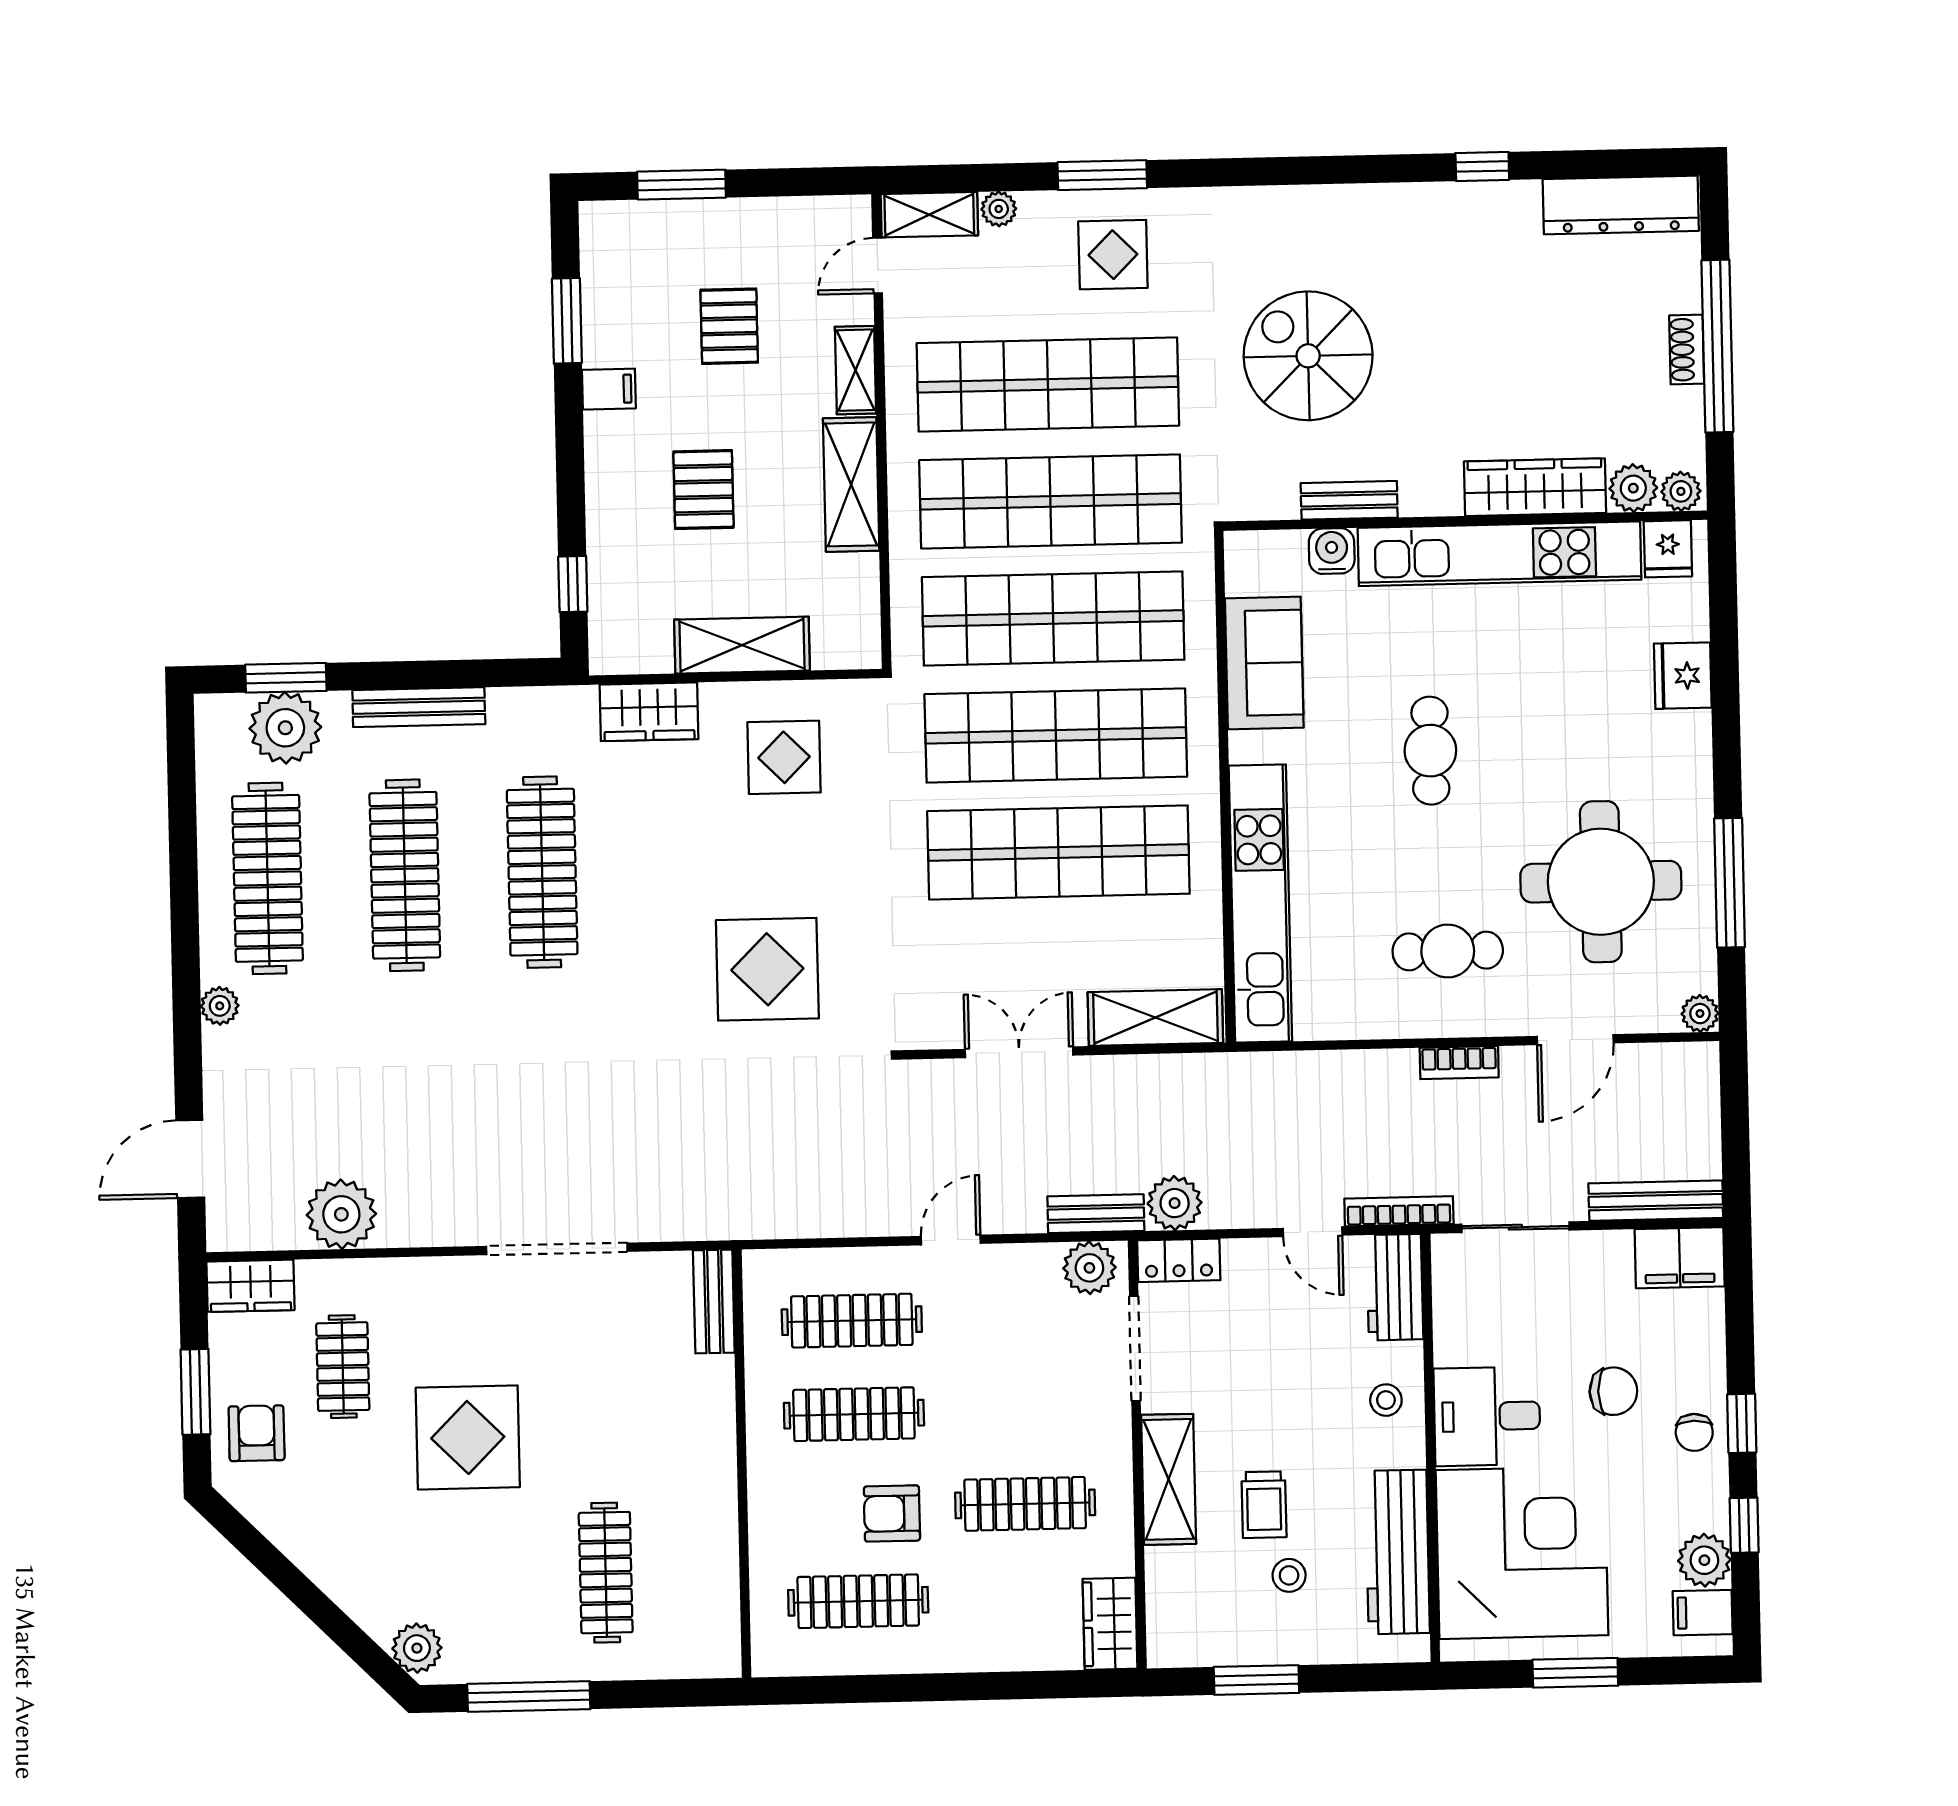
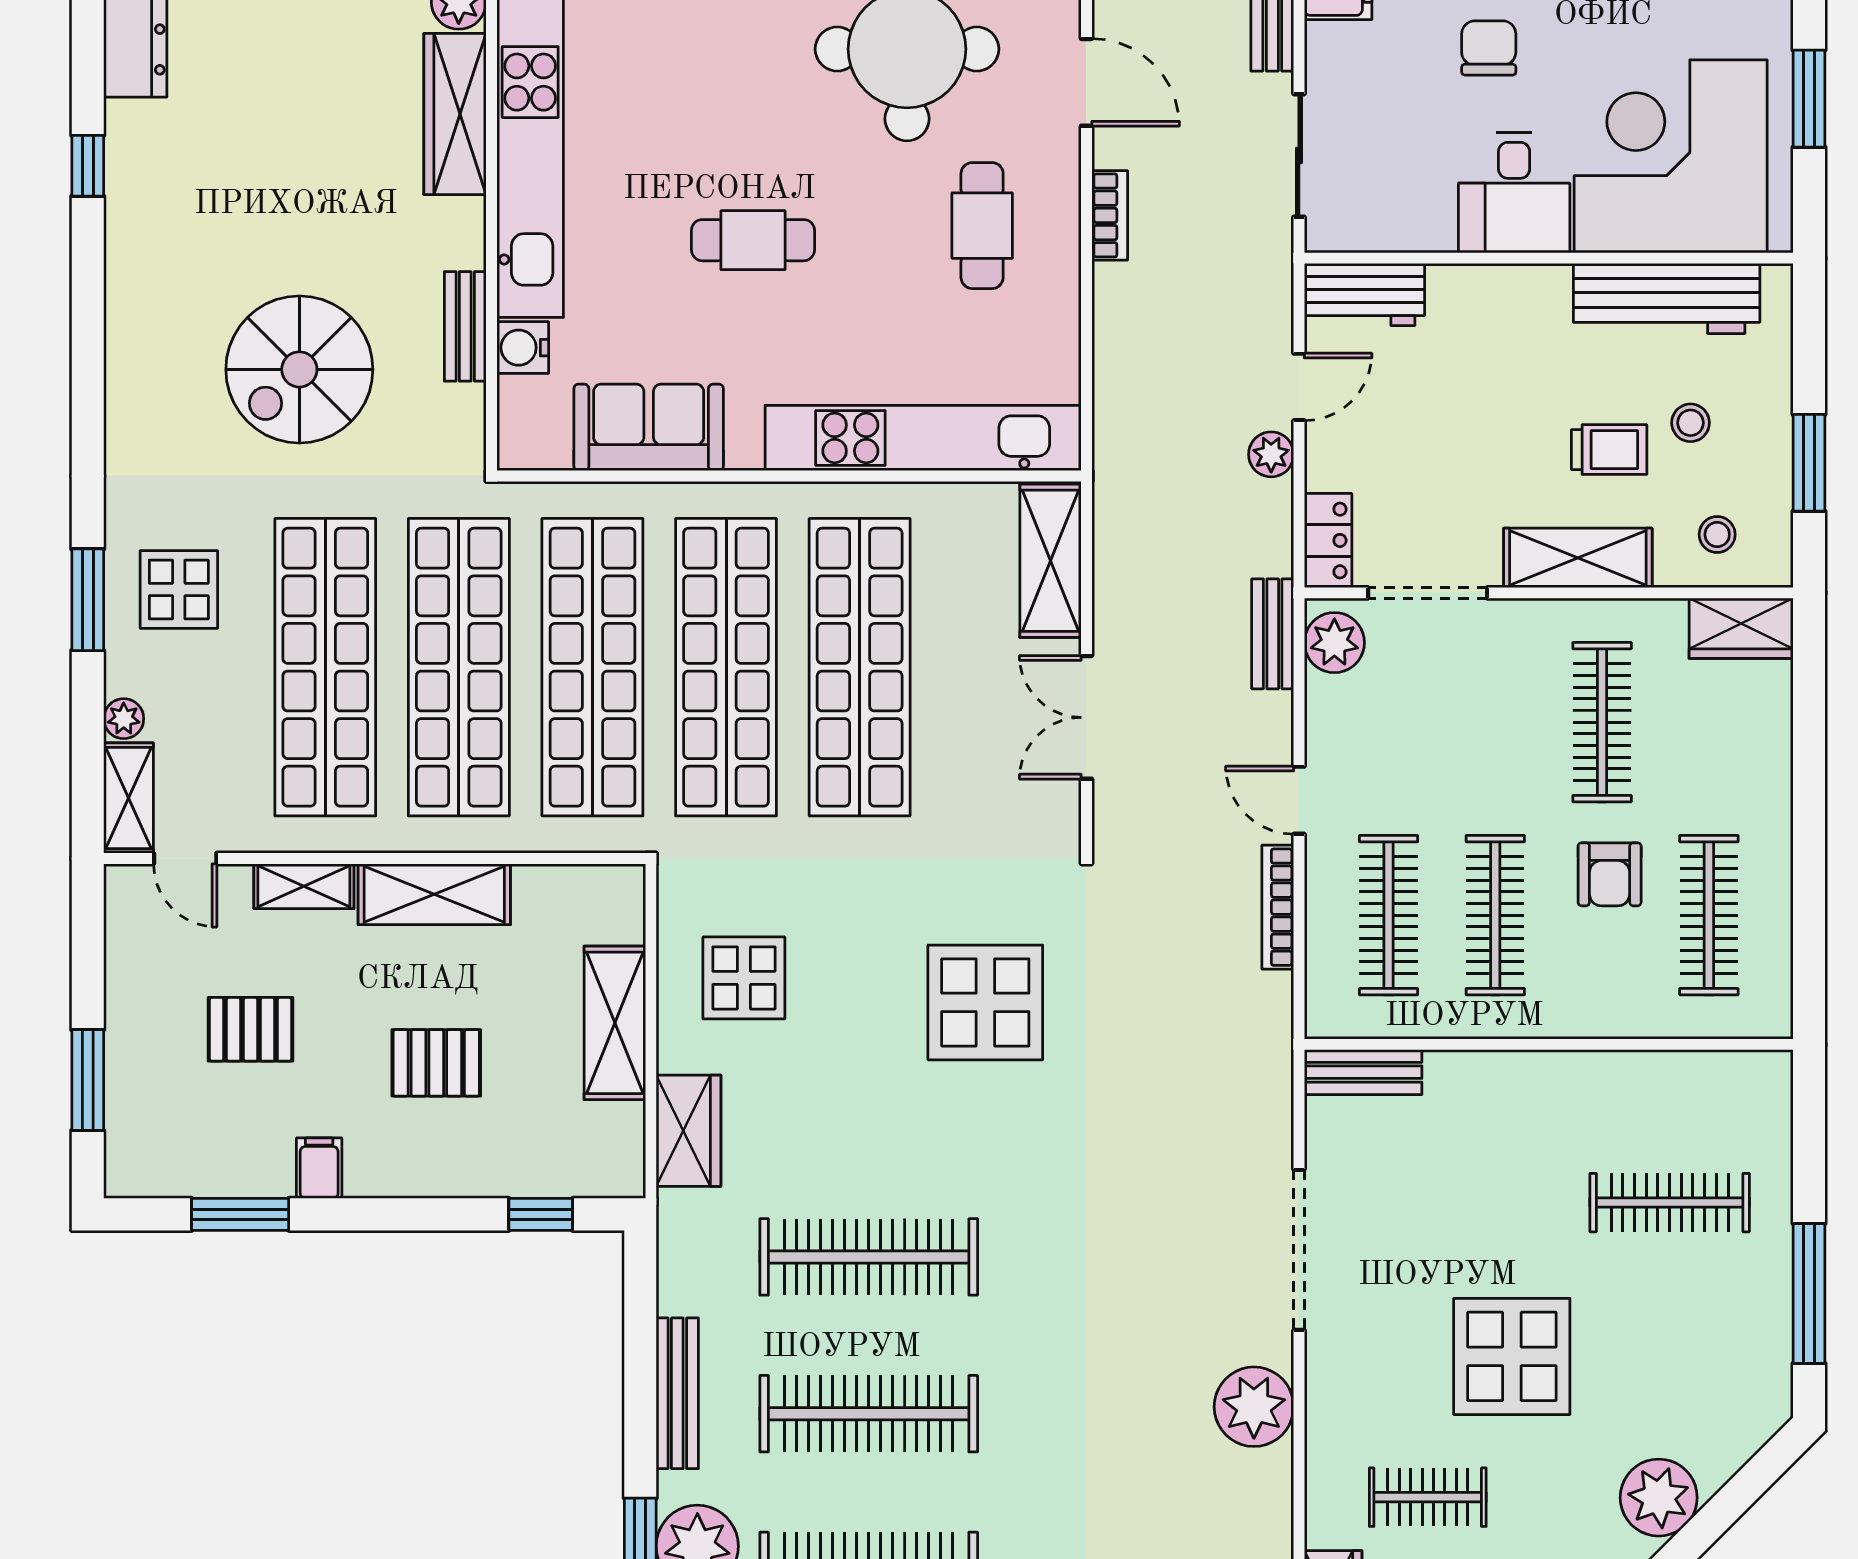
plant: (1175, 1203) -> (1271, 454), moved, width x0.73, depth x0.73
bookcase: (1399, 1211) -> (1278, 907), moved
plant: (341, 1214) -> (1254, 1407), moved
stool: (1386, 1400) -> (1717, 534), moved
plant: (417, 1648) -> (1659, 1498), moved, width x1.36, depth x1.36

